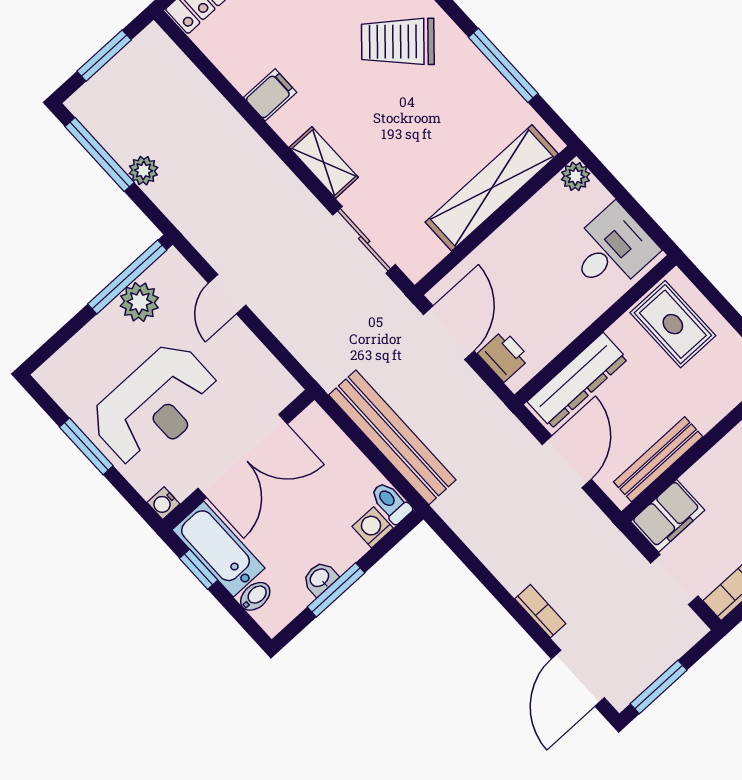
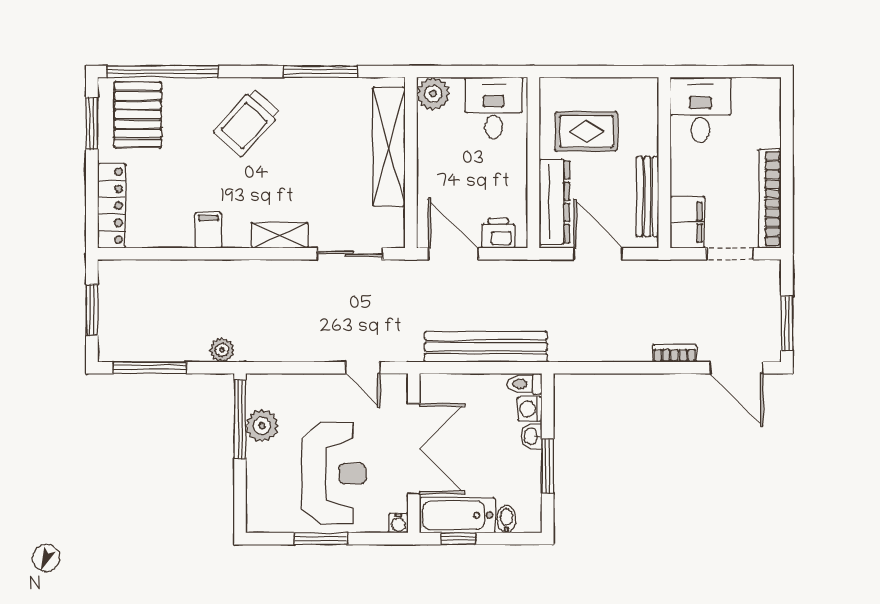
plant: (143, 171) -> (222, 350), moved
plant: (576, 176) -> (433, 94), width x1.38, depth x1.38
door: (227, 294) -> (363, 368), moved
rug: (673, 324) -> (586, 131), moved
washbasin: (320, 578) -> (532, 436), moved

